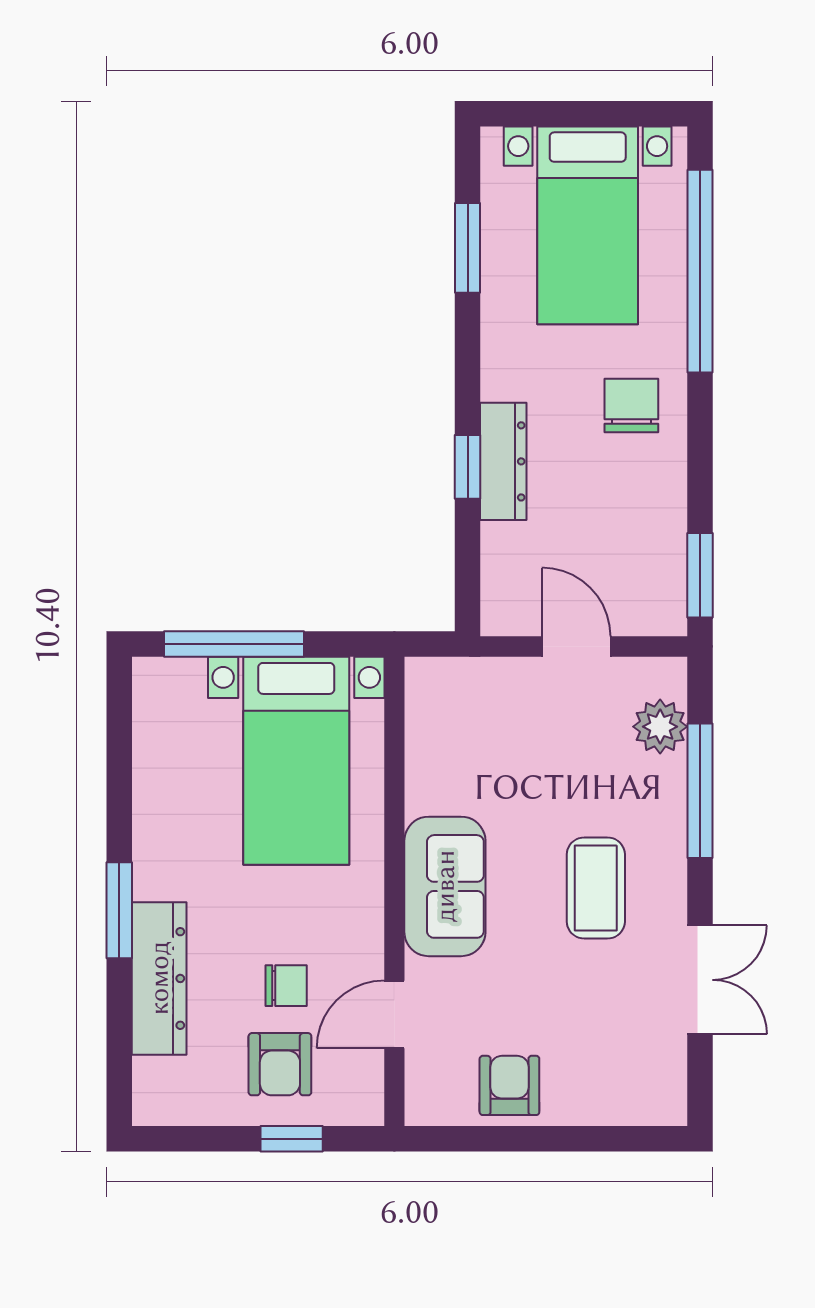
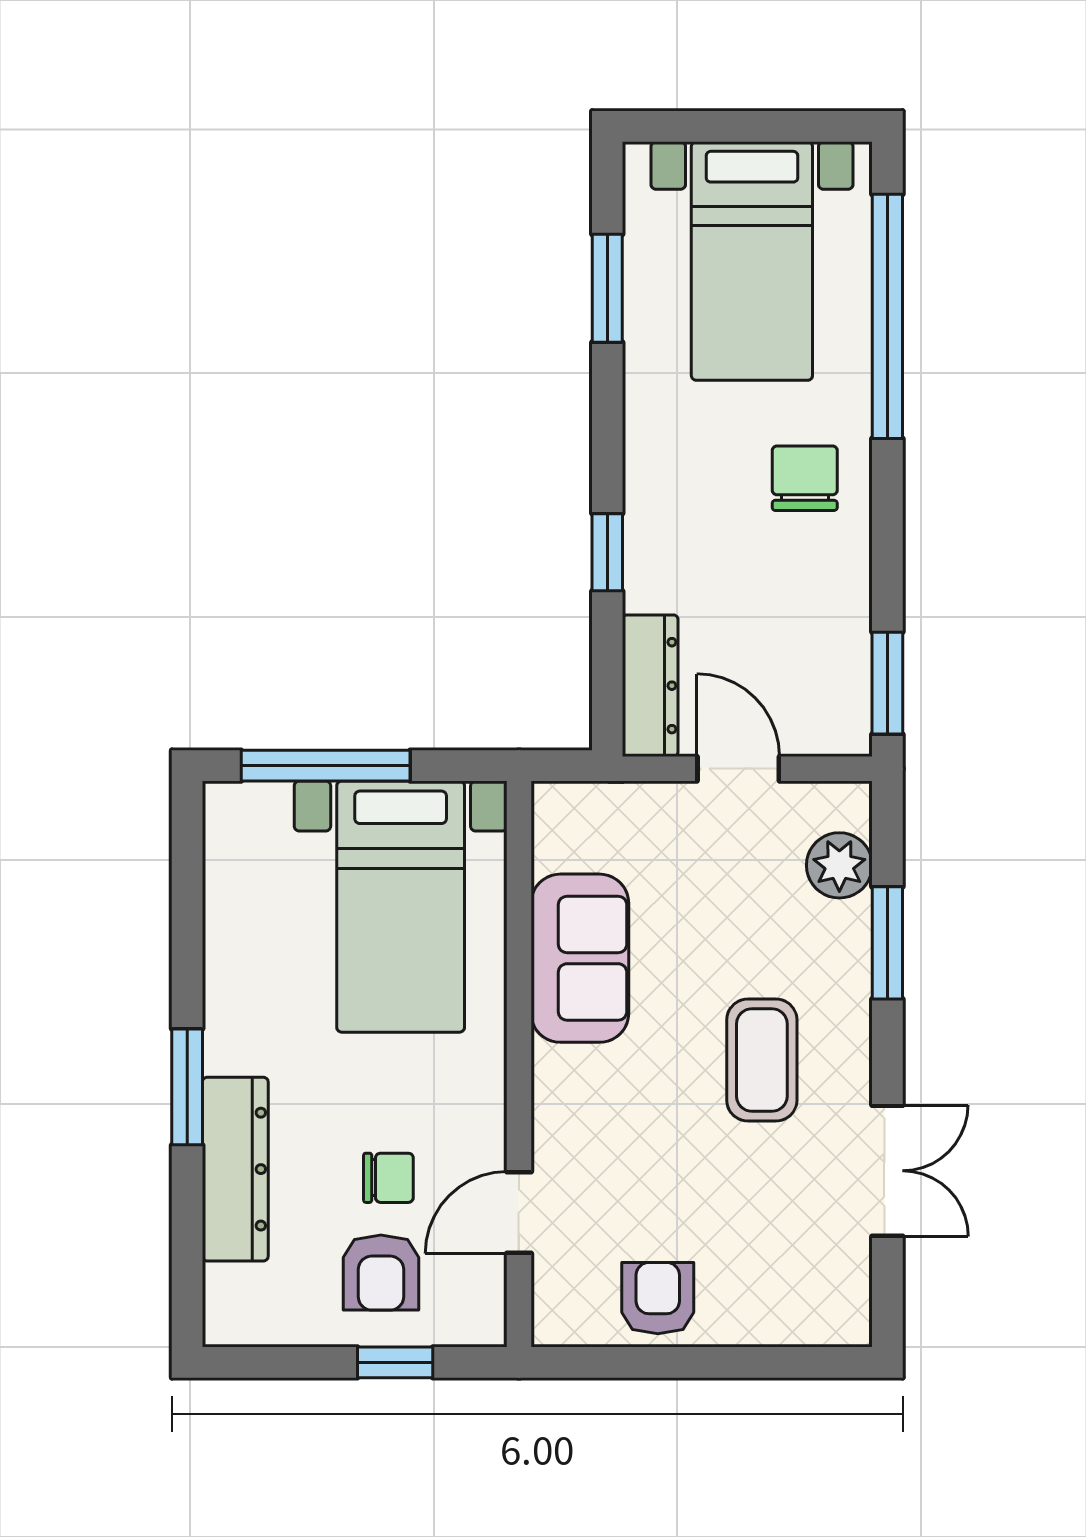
dresser: (503, 461) -> (650, 686), moved
window: (700, 791) -> (887, 943), width x0.69
sofa: (445, 886) -> (580, 958), moved

